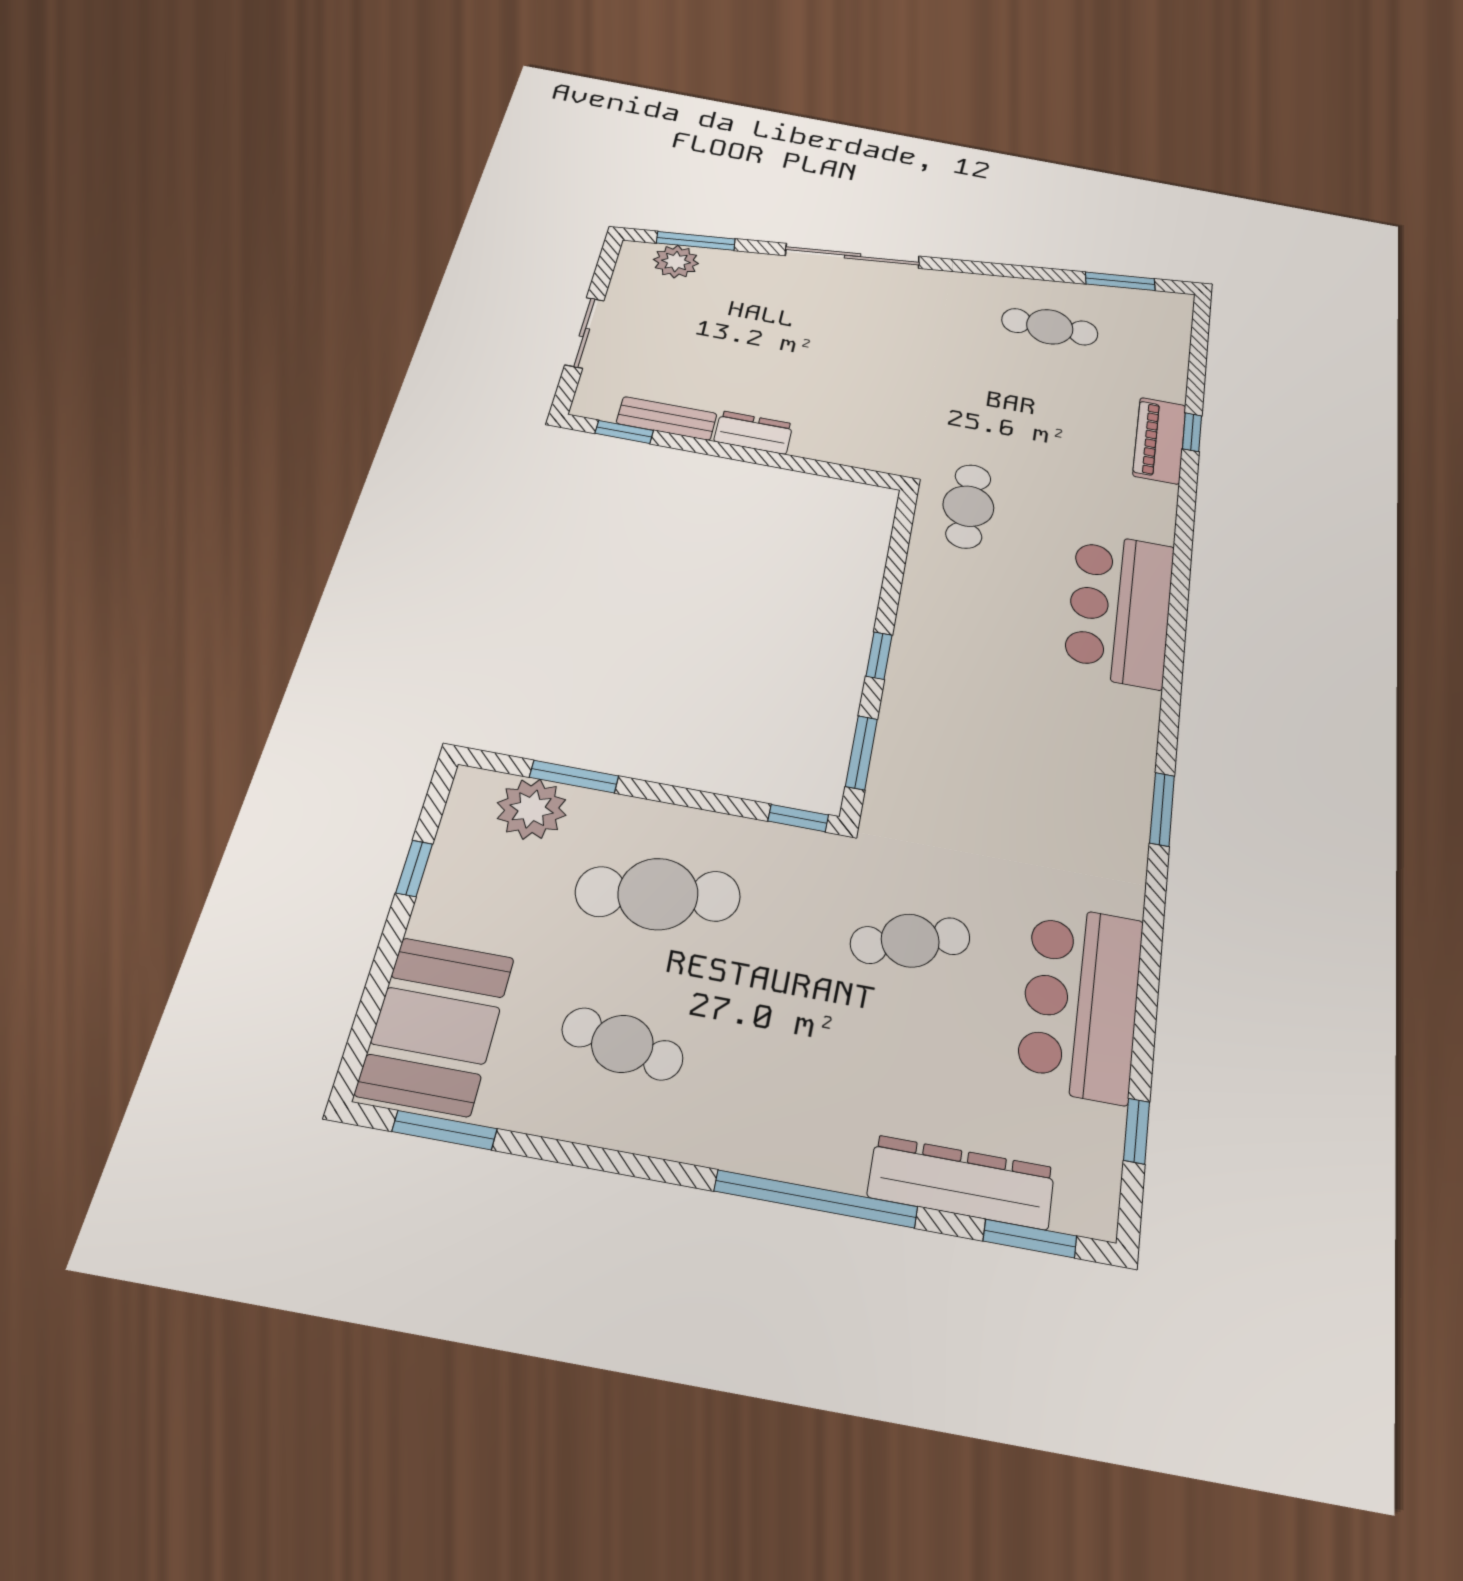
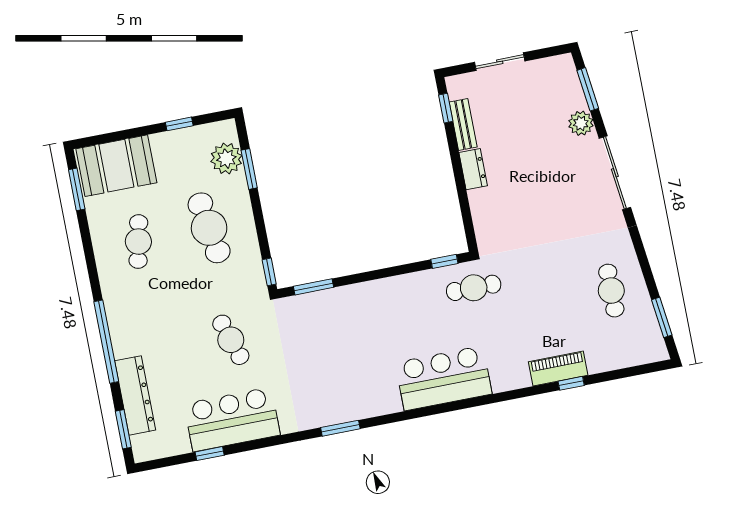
plant: (676, 262) -> (581, 123), moved
window: (879, 656) -> (444, 261), moved
window: (1137, 1131) -> (210, 454), moved

